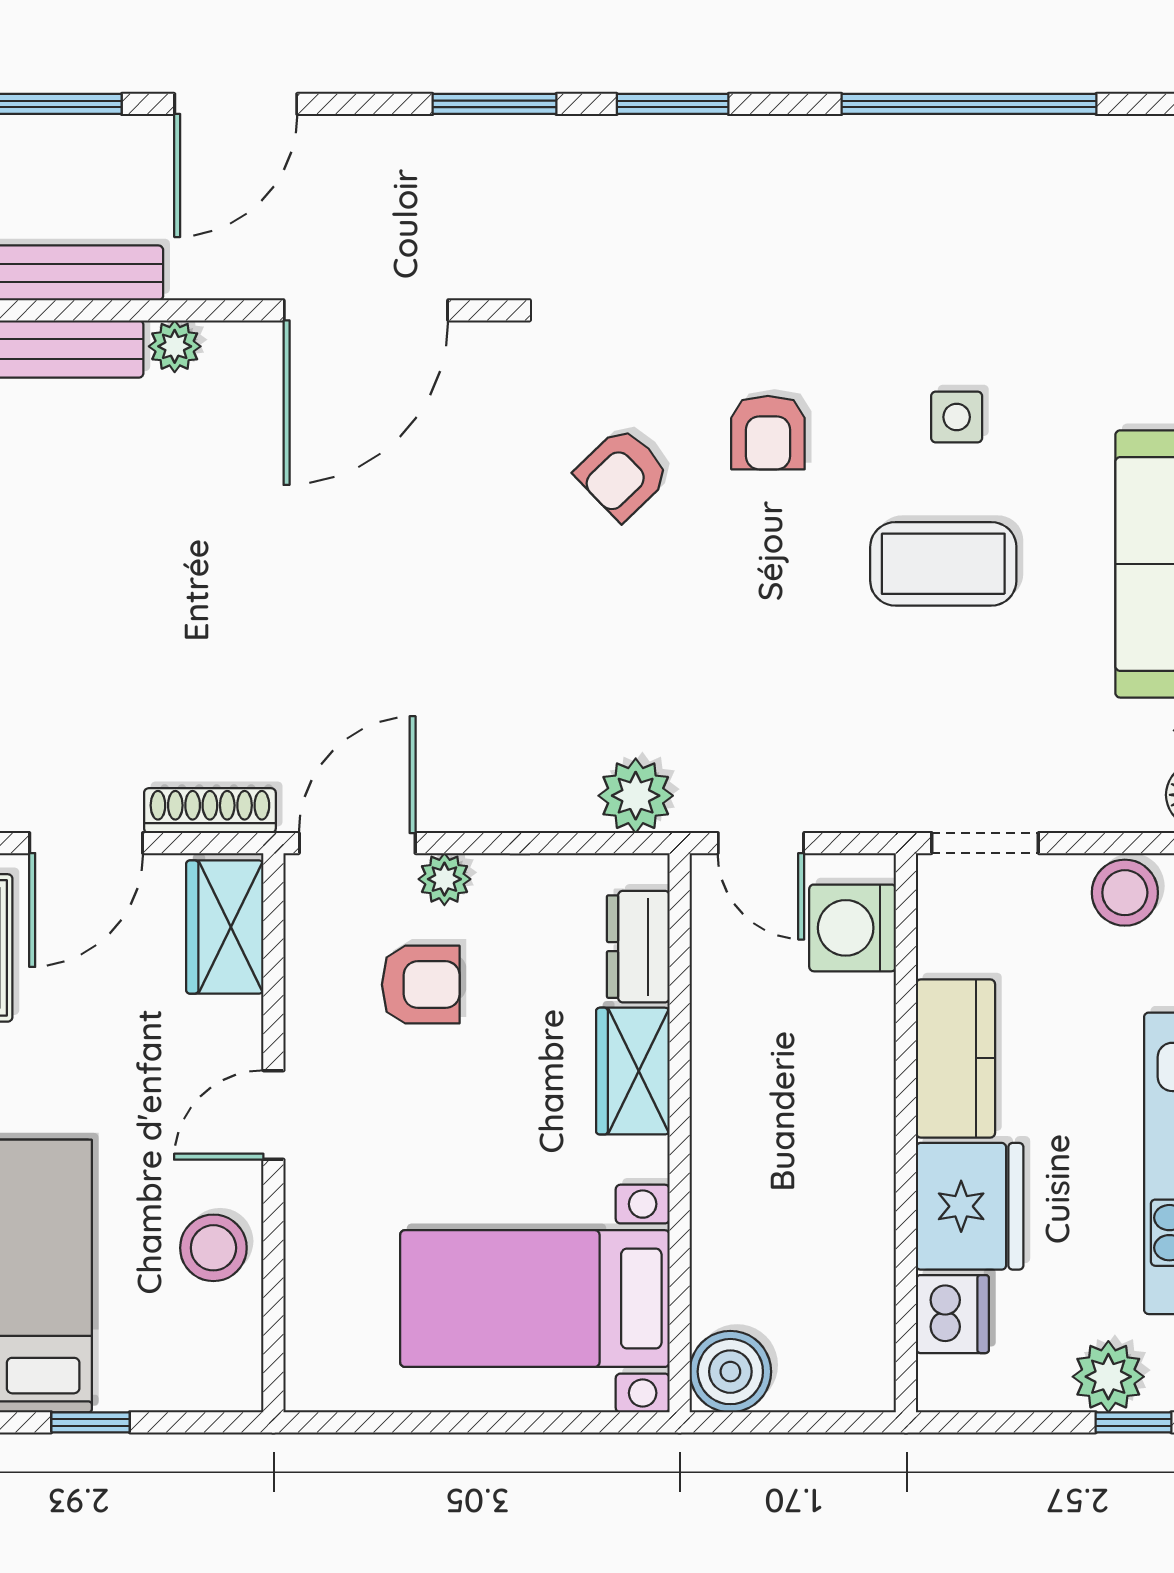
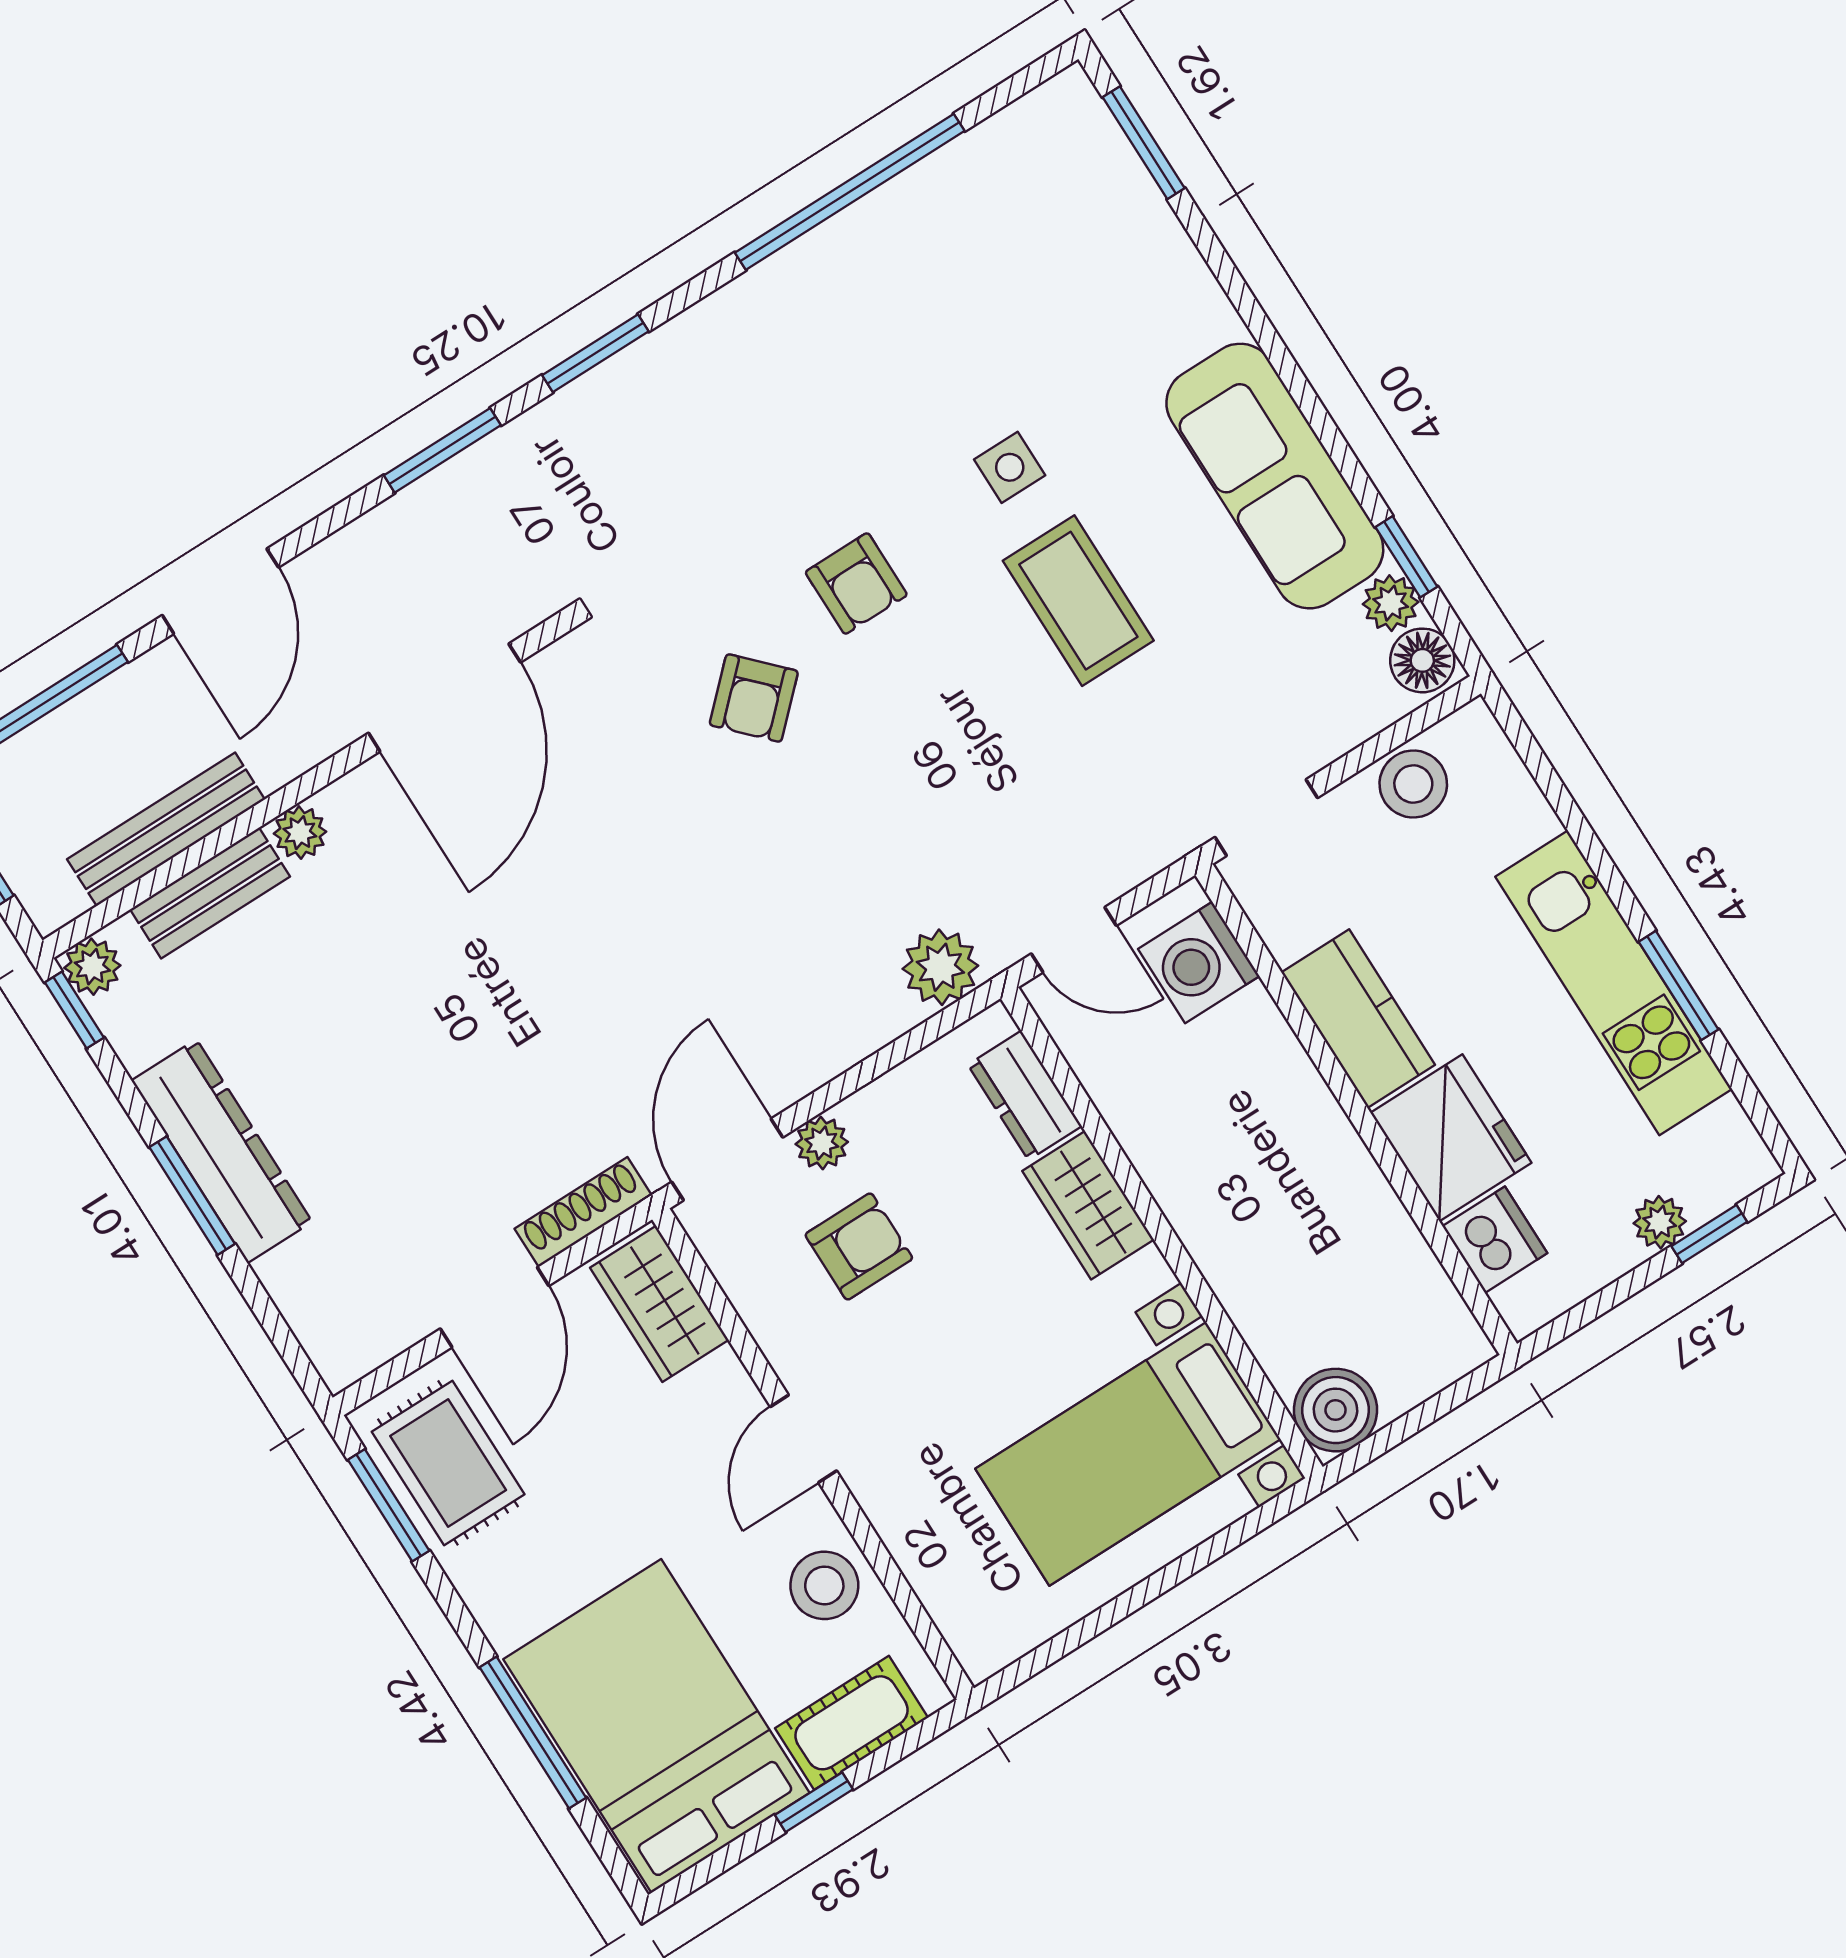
coffee table: (943, 564) -> (1078, 601), turned 90
cot: (164, 1376) -> (852, 1723), added
plant: (1108, 1377) -> (1660, 1222), width x0.73, depth x0.73

